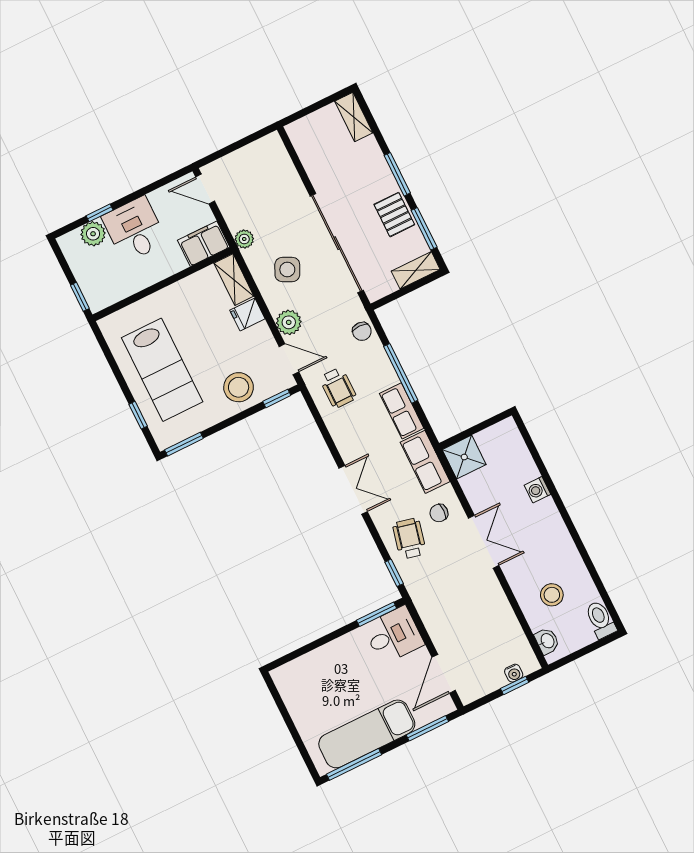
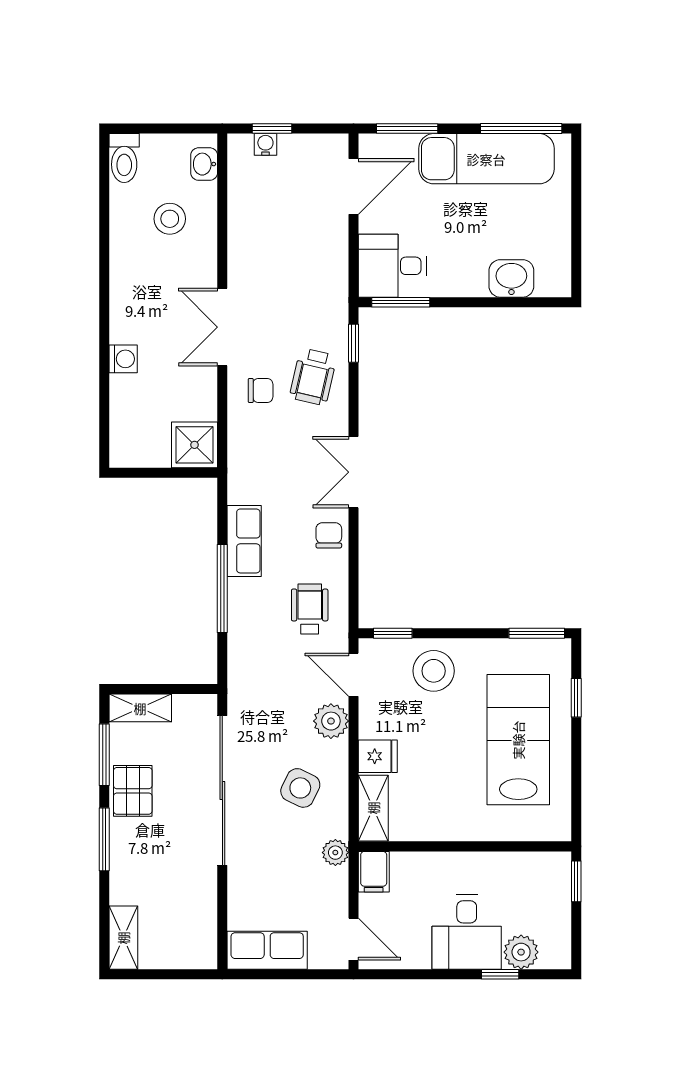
filing cabinet: (204, 244) -> (374, 872), width x0.50
chair: (362, 331) -> (329, 535), moved
row of seats: (425, 462) -> (267, 950), moved, turned -90
washbasin: (313, 665) -> (511, 278), added

